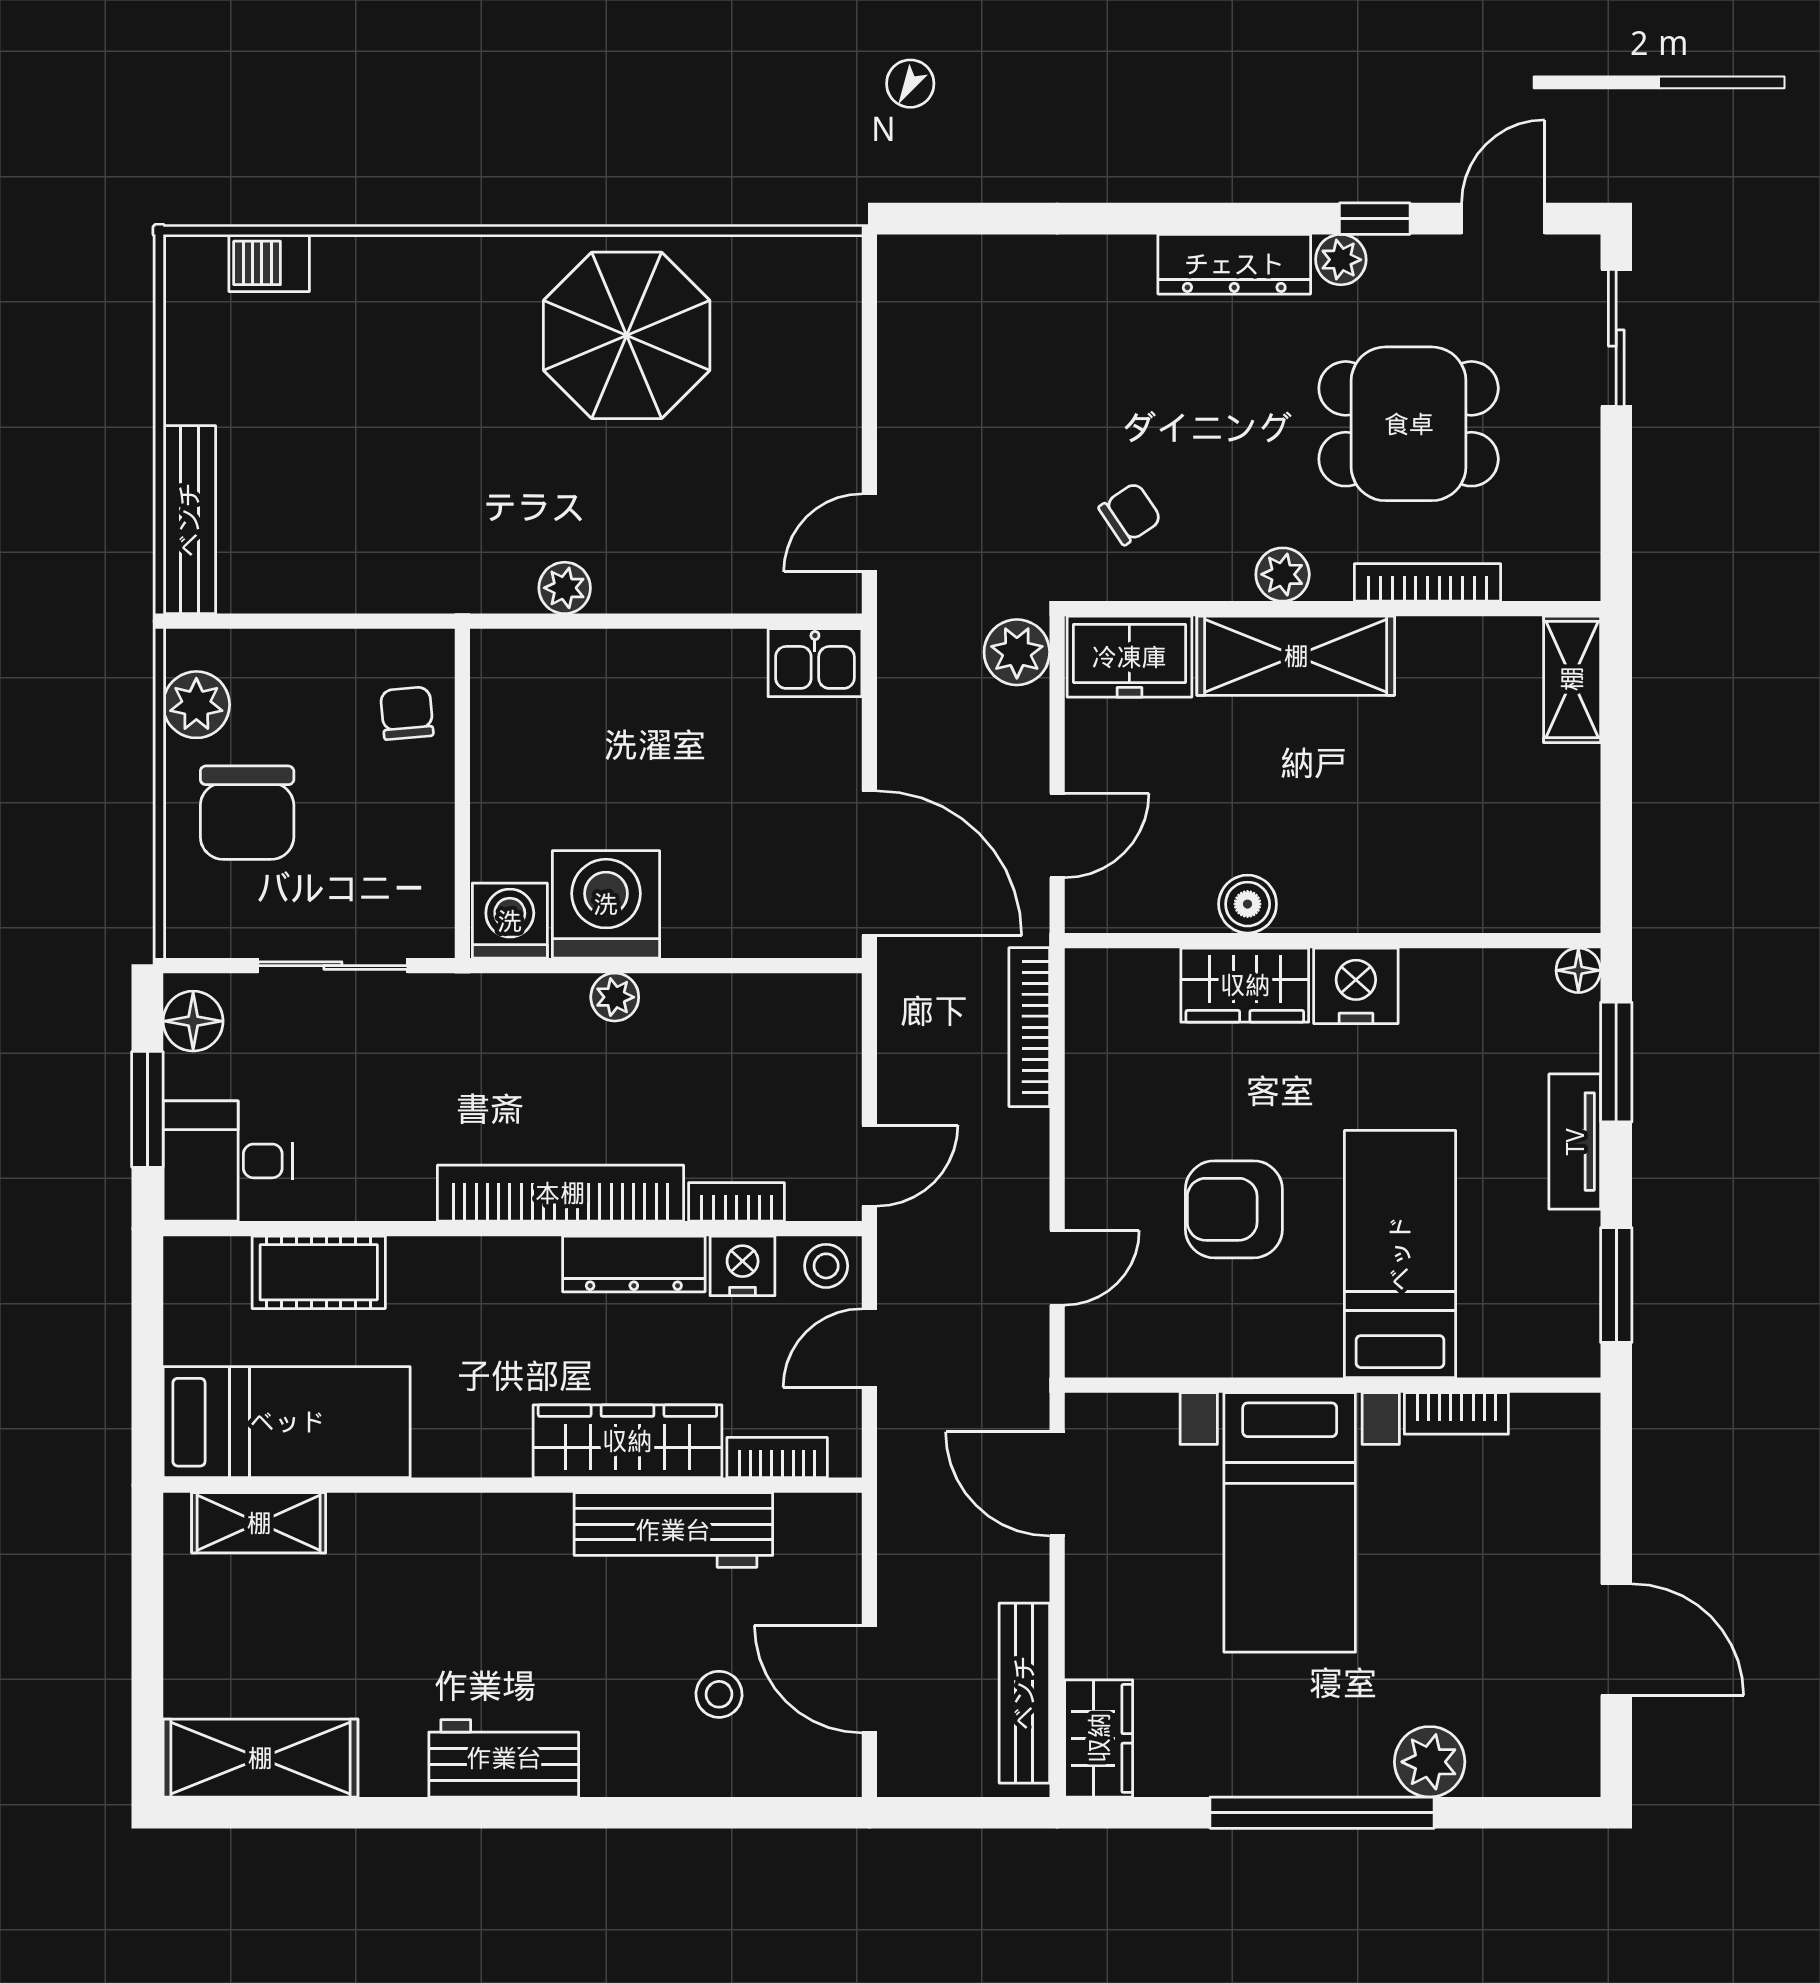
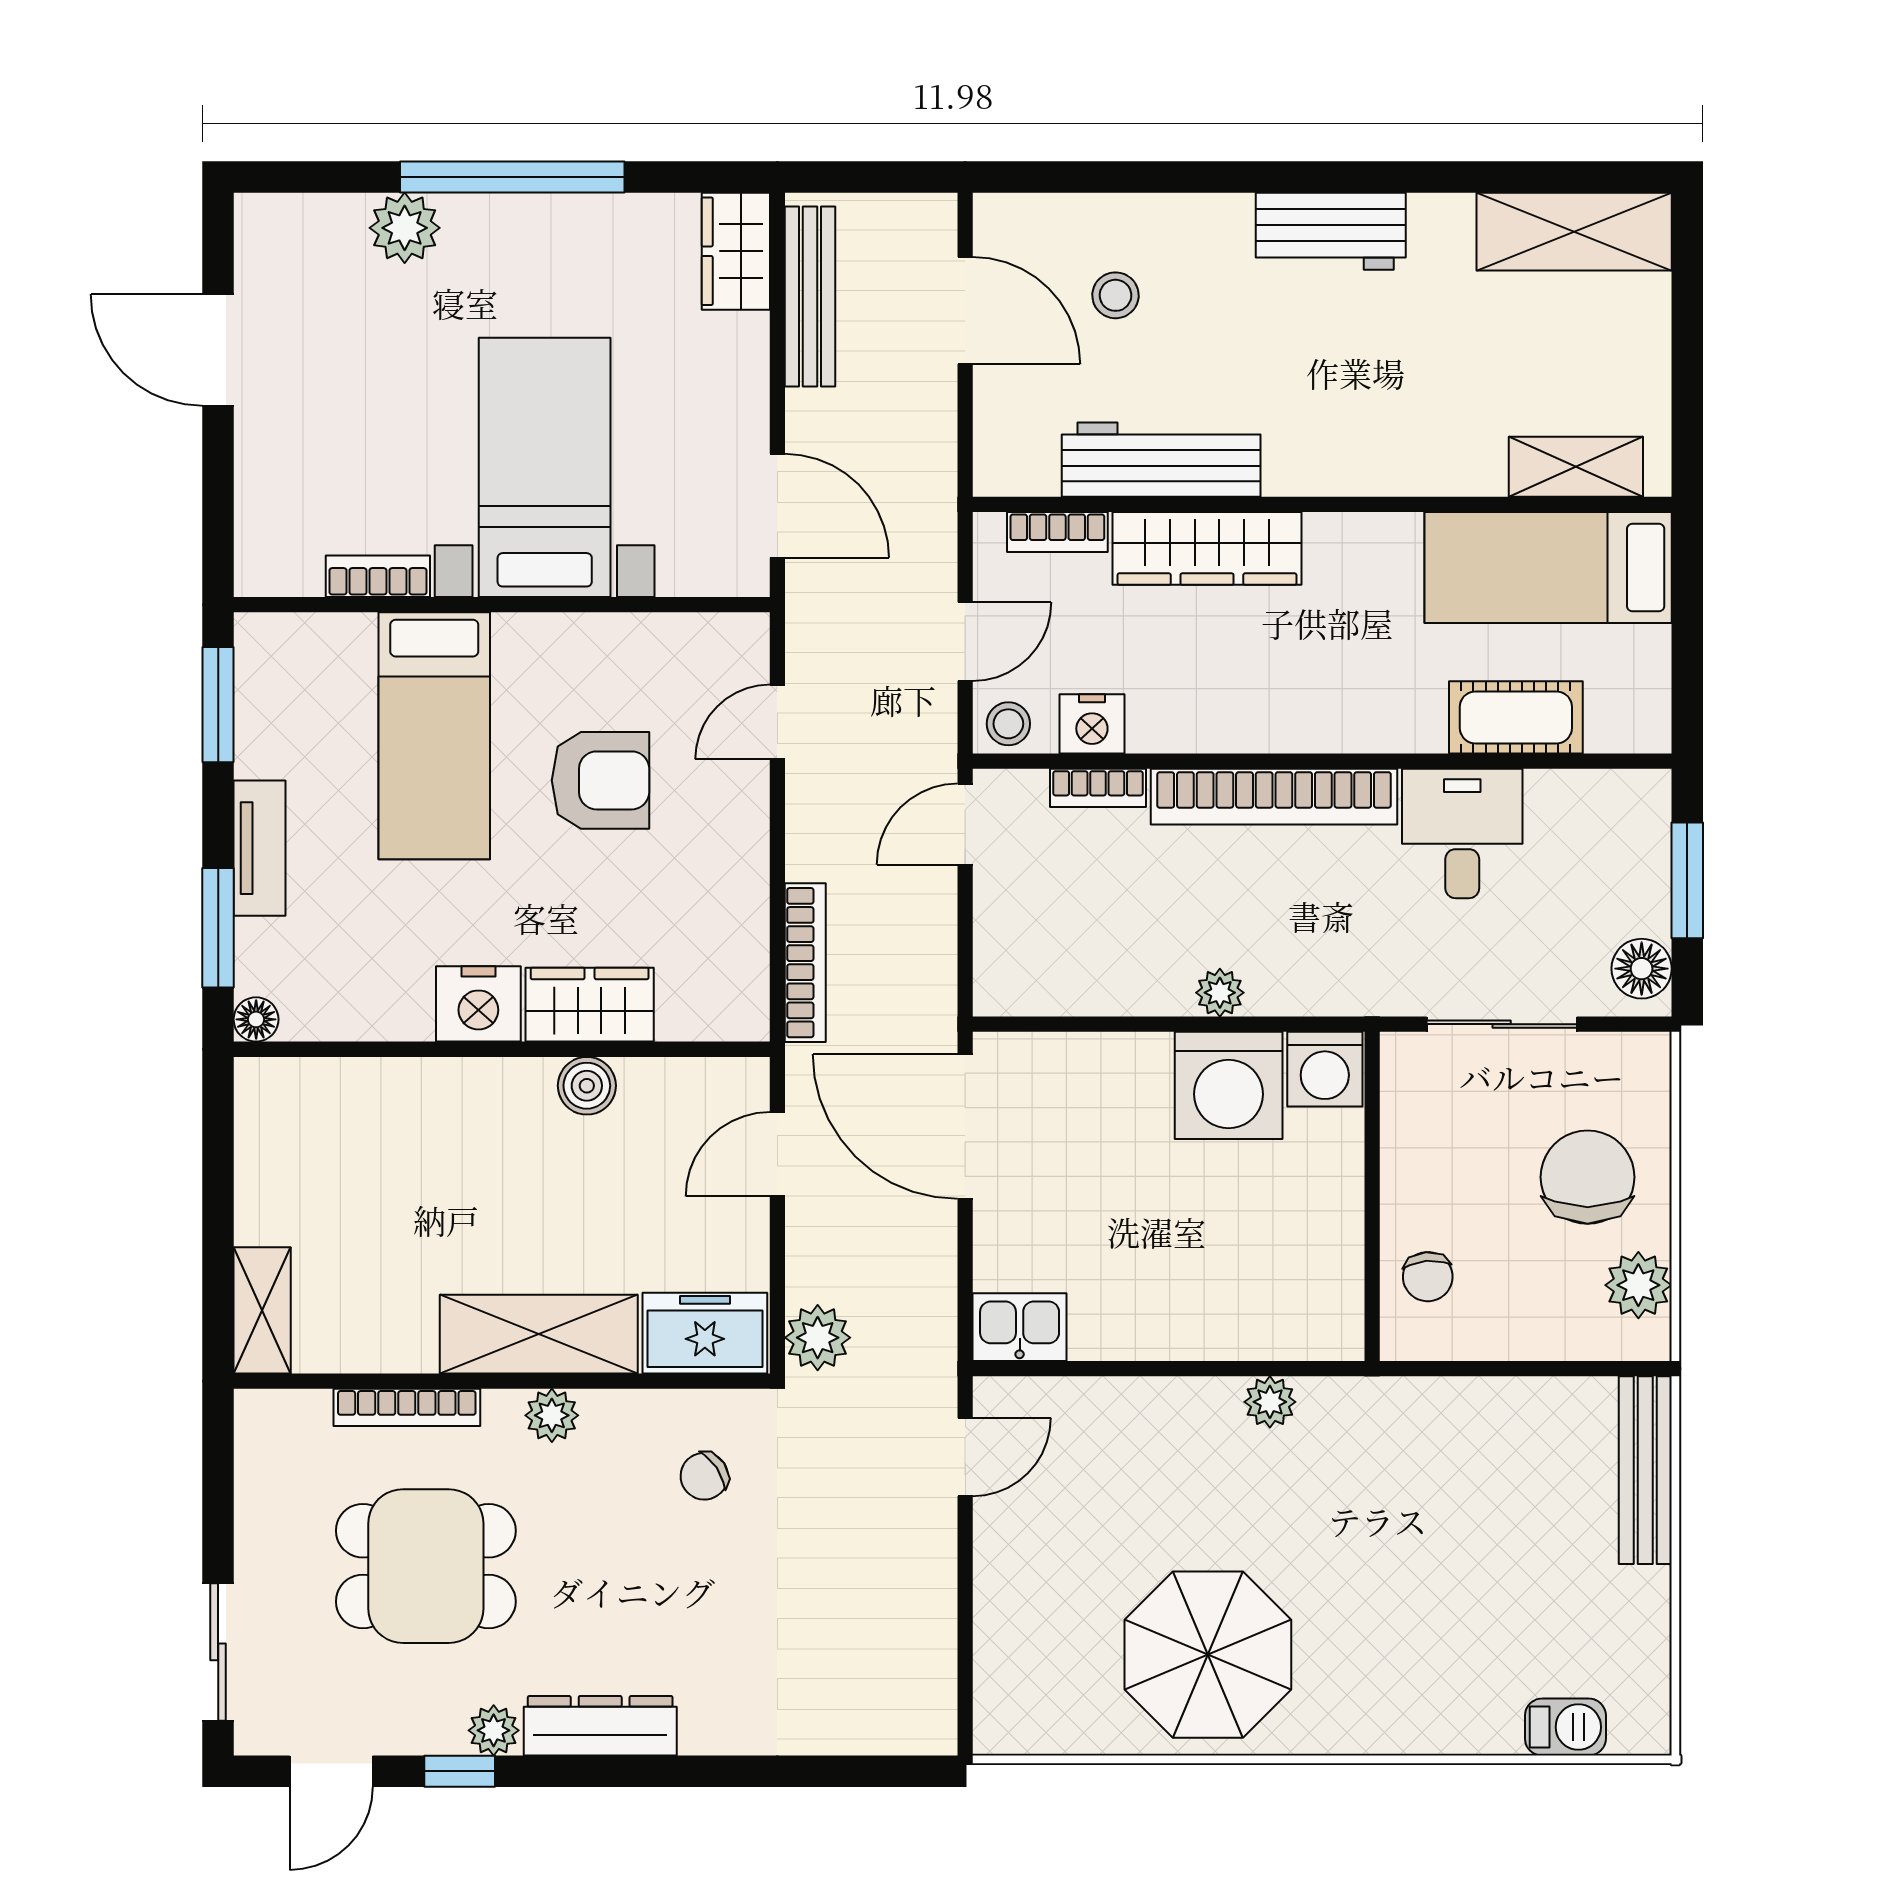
desk: (228, 1161) -> (1462, 833), moved, turned -90
dresser: (634, 1264) -> (1201, 726), removed

